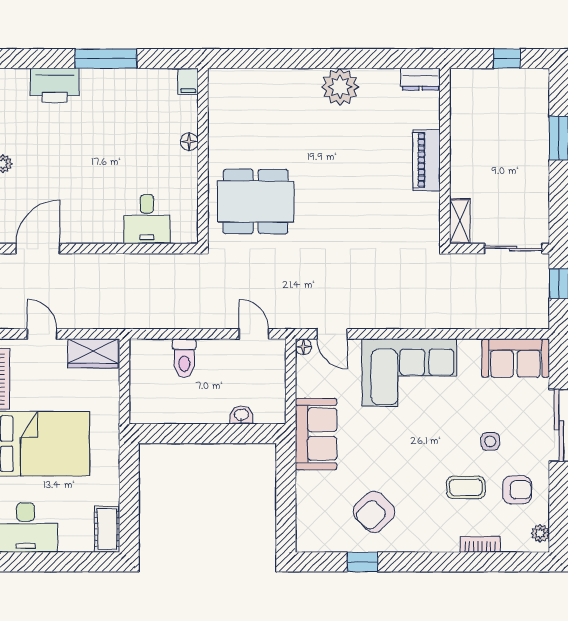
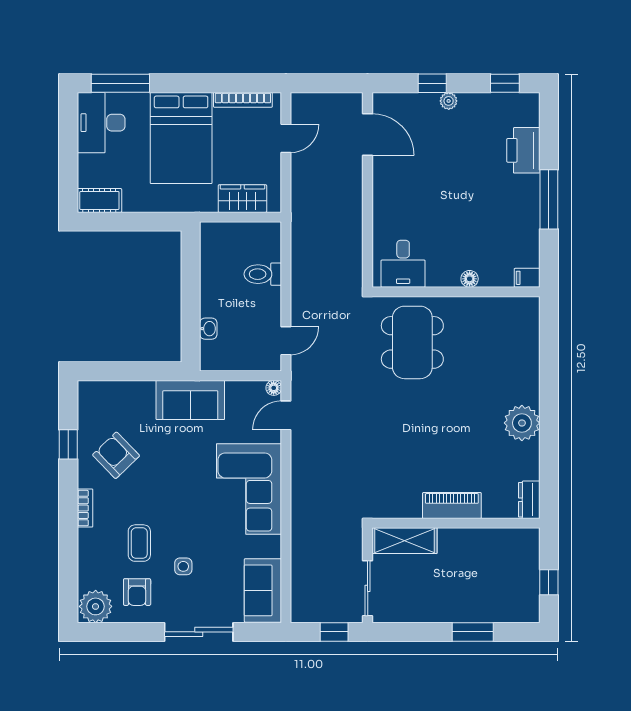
desk: (147, 219) -> (403, 264), moved, turned -90
shelving: (460, 221) -> (404, 541), width x1.50, depth x1.33
wardrobe: (93, 353) -> (242, 199), moved, turned 90
plant: (540, 533) -> (96, 606), width x1.88, depth x1.88
bookcase: (480, 544) -> (85, 508), moved

